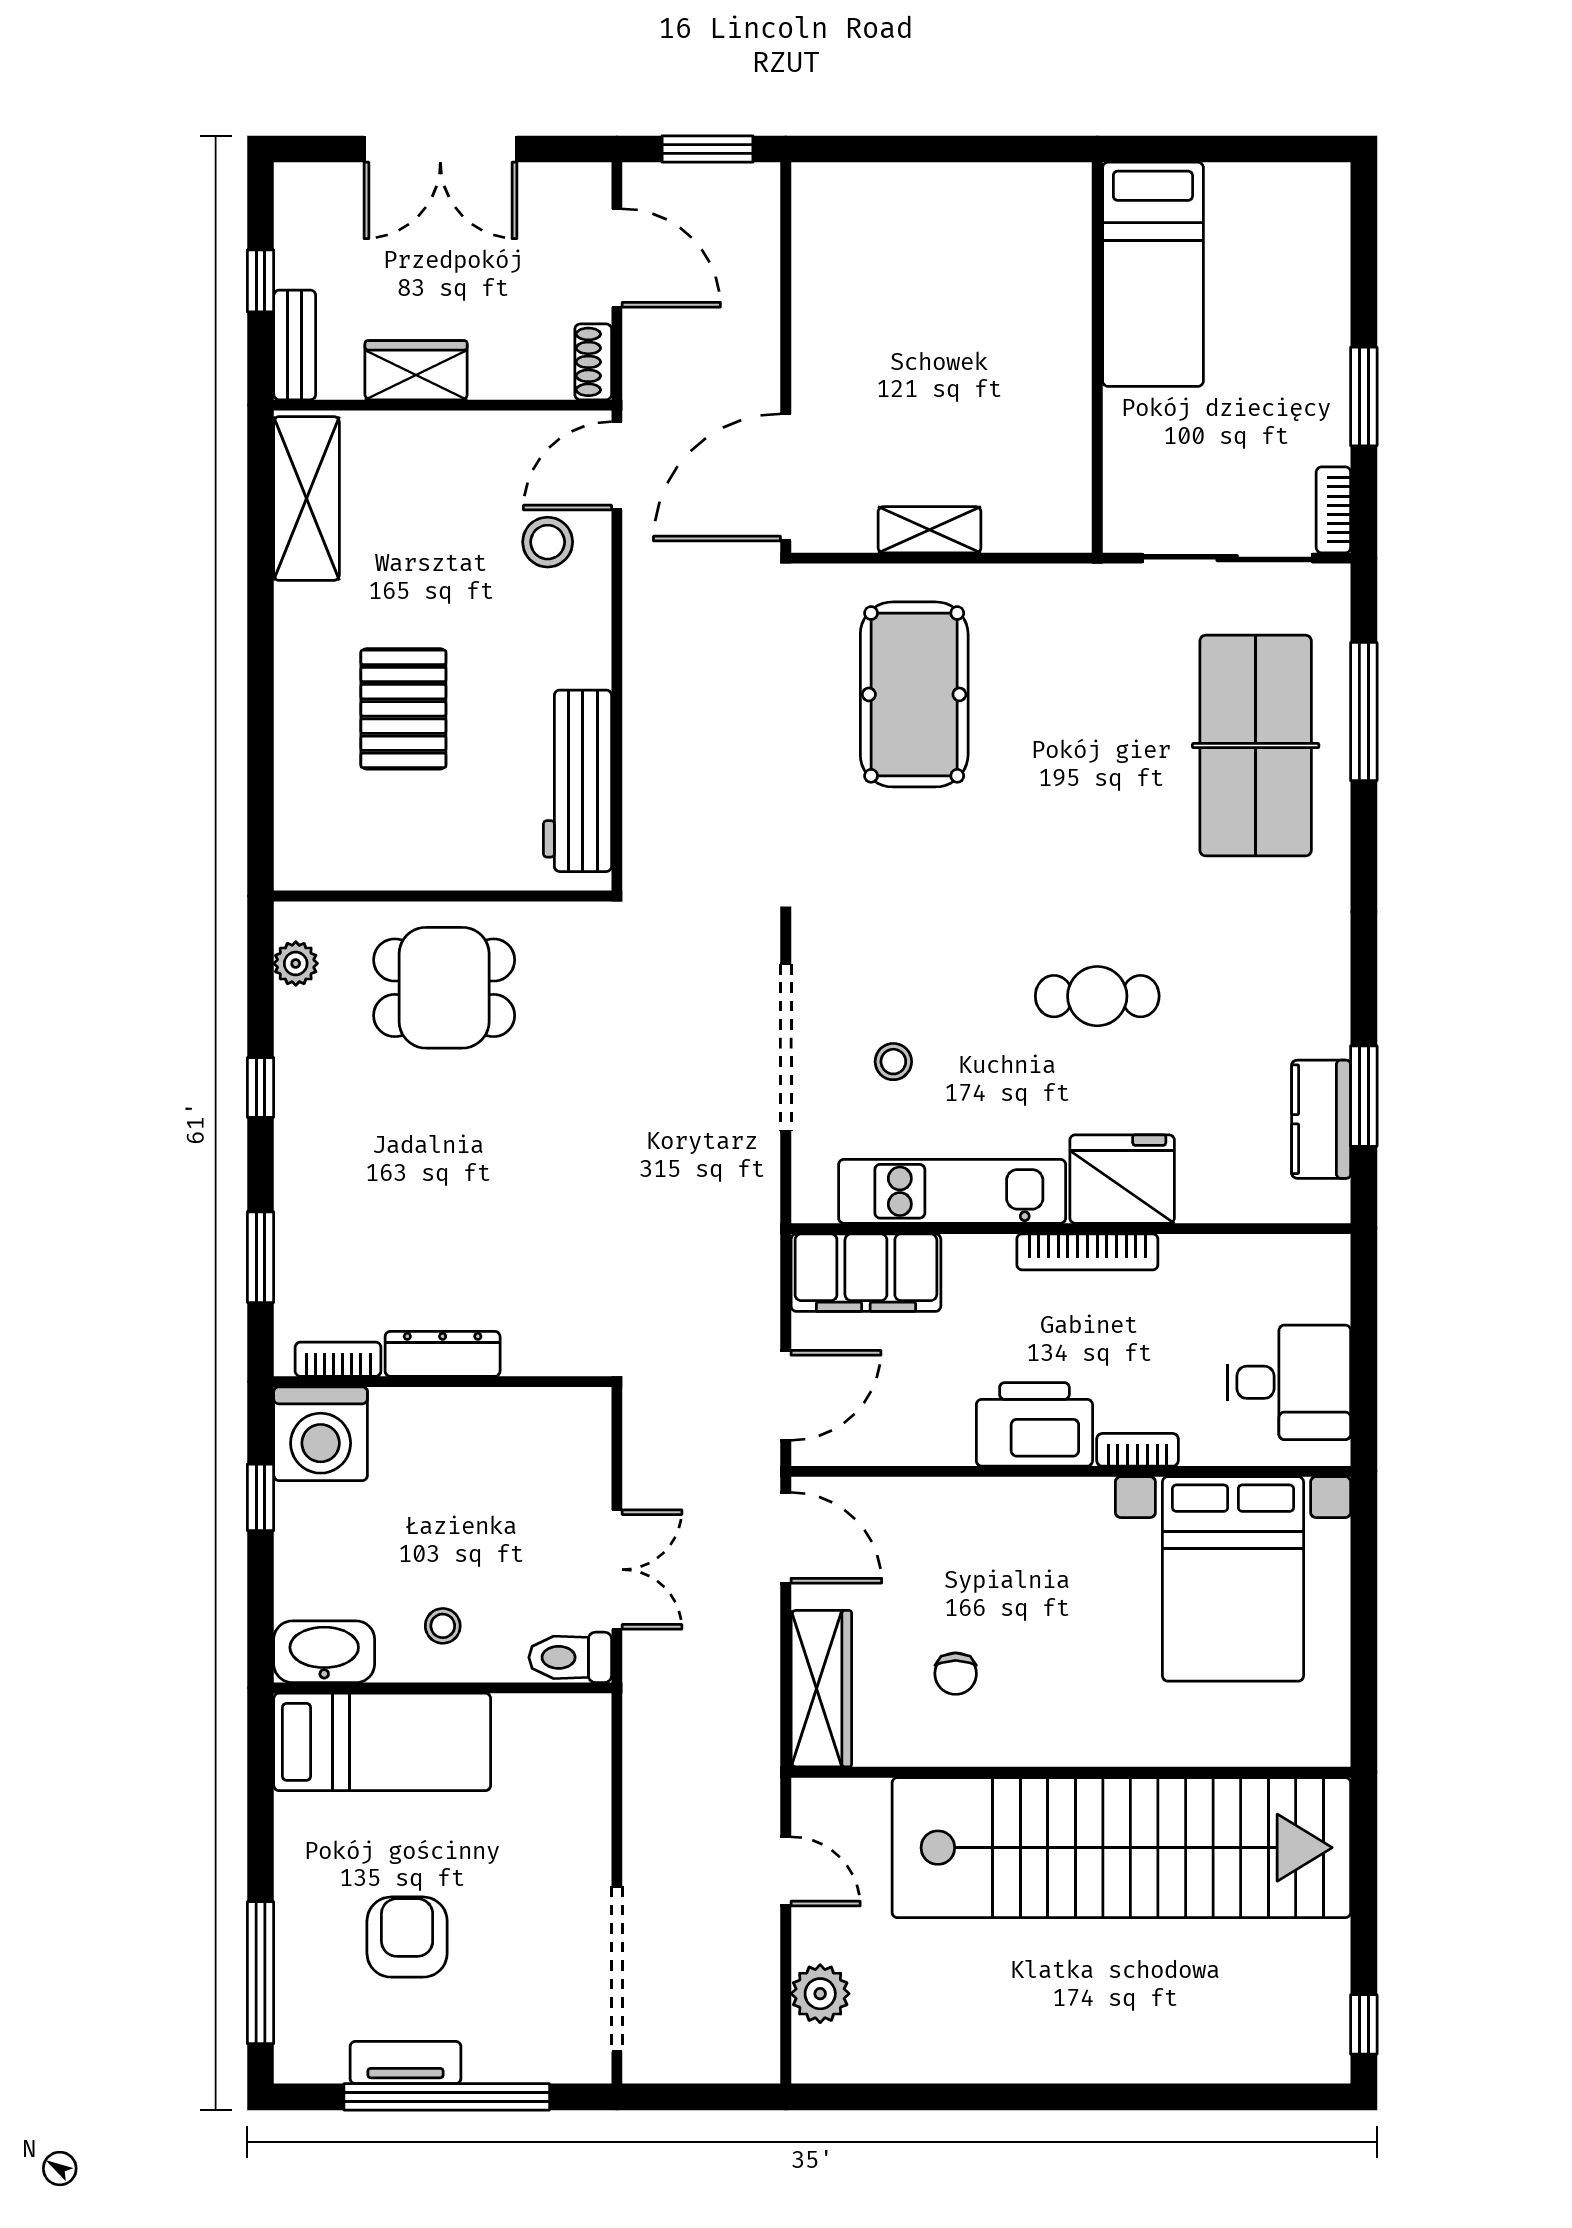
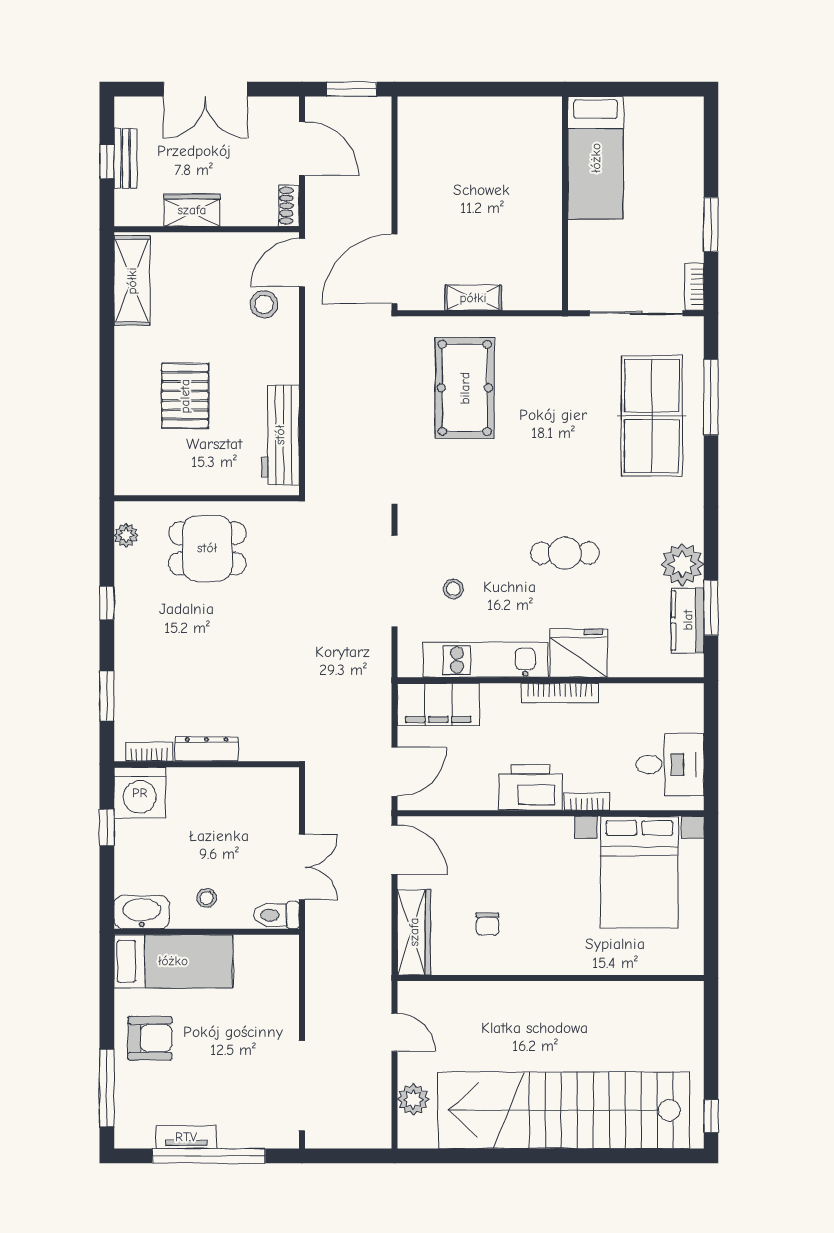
bench: (295, 345) -> (125, 158), moved
plant: (1311, 1017) -> (682, 564), added
stairs: (1121, 1848) -> (564, 1110), moved, turned 180
armchair: (407, 1937) -> (150, 1038), moved, turned 90

